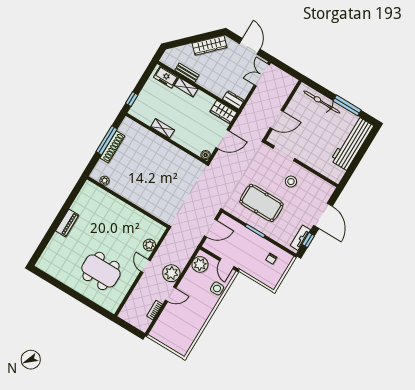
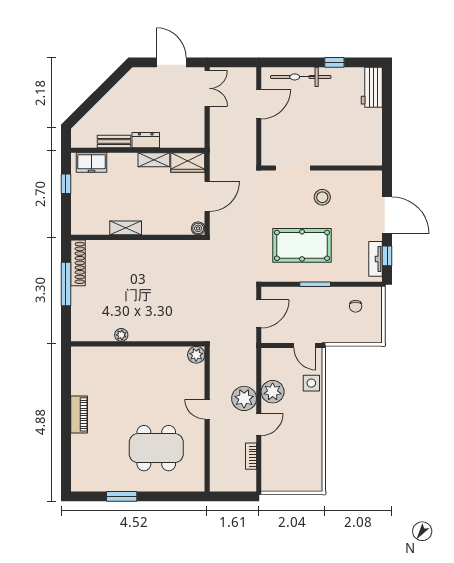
wardrobe: (209, 45) -> (121, 91), removed
double door: (262, 75) -> (207, 88), swing flipped
shelving: (186, 87) -> (154, 160), moved
window: (132, 99) -> (66, 184), moved
dresser: (233, 100) -> (146, 140), moved
window: (347, 105) -> (334, 62), width x0.46
door: (277, 119) -> (259, 104), moved
workbench: (352, 143) -> (372, 87), width x0.53, depth x0.76
shoe rack: (112, 147) -> (78, 263), moved
plant: (105, 181) -> (121, 335), moved
plant: (149, 245) -> (196, 355), moved
plant: (200, 264) -> (273, 392), moved
window: (63, 287) -> (122, 496), added

